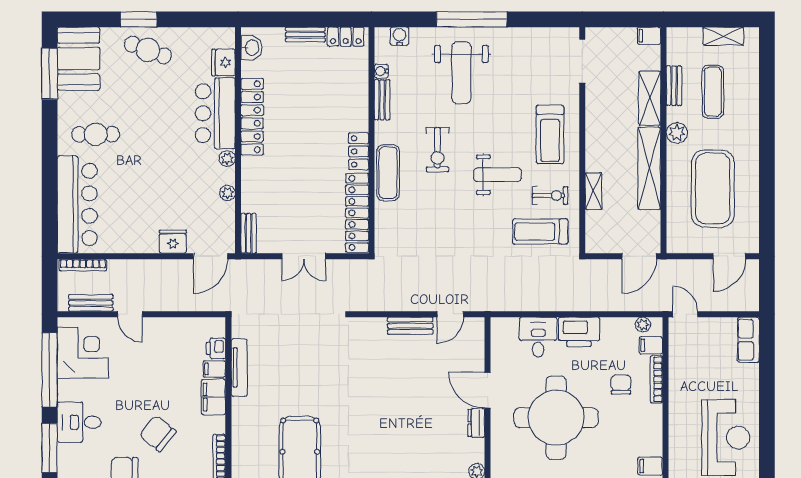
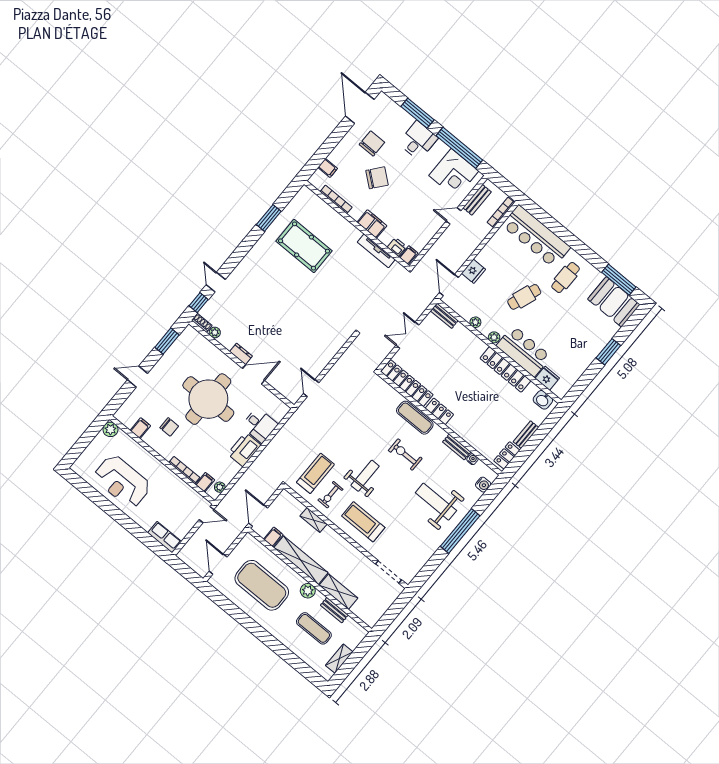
filing cabinet: (649, 36) -> (273, 537), moved
cafe table: (148, 50) -> (524, 297), moved
weight bench: (498, 175) -> (365, 476), turned 180
bench: (410, 326) -> (323, 362), removed
filing cabinet: (214, 369) -> (409, 255), moved
chair: (621, 384) -> (169, 427), moved

